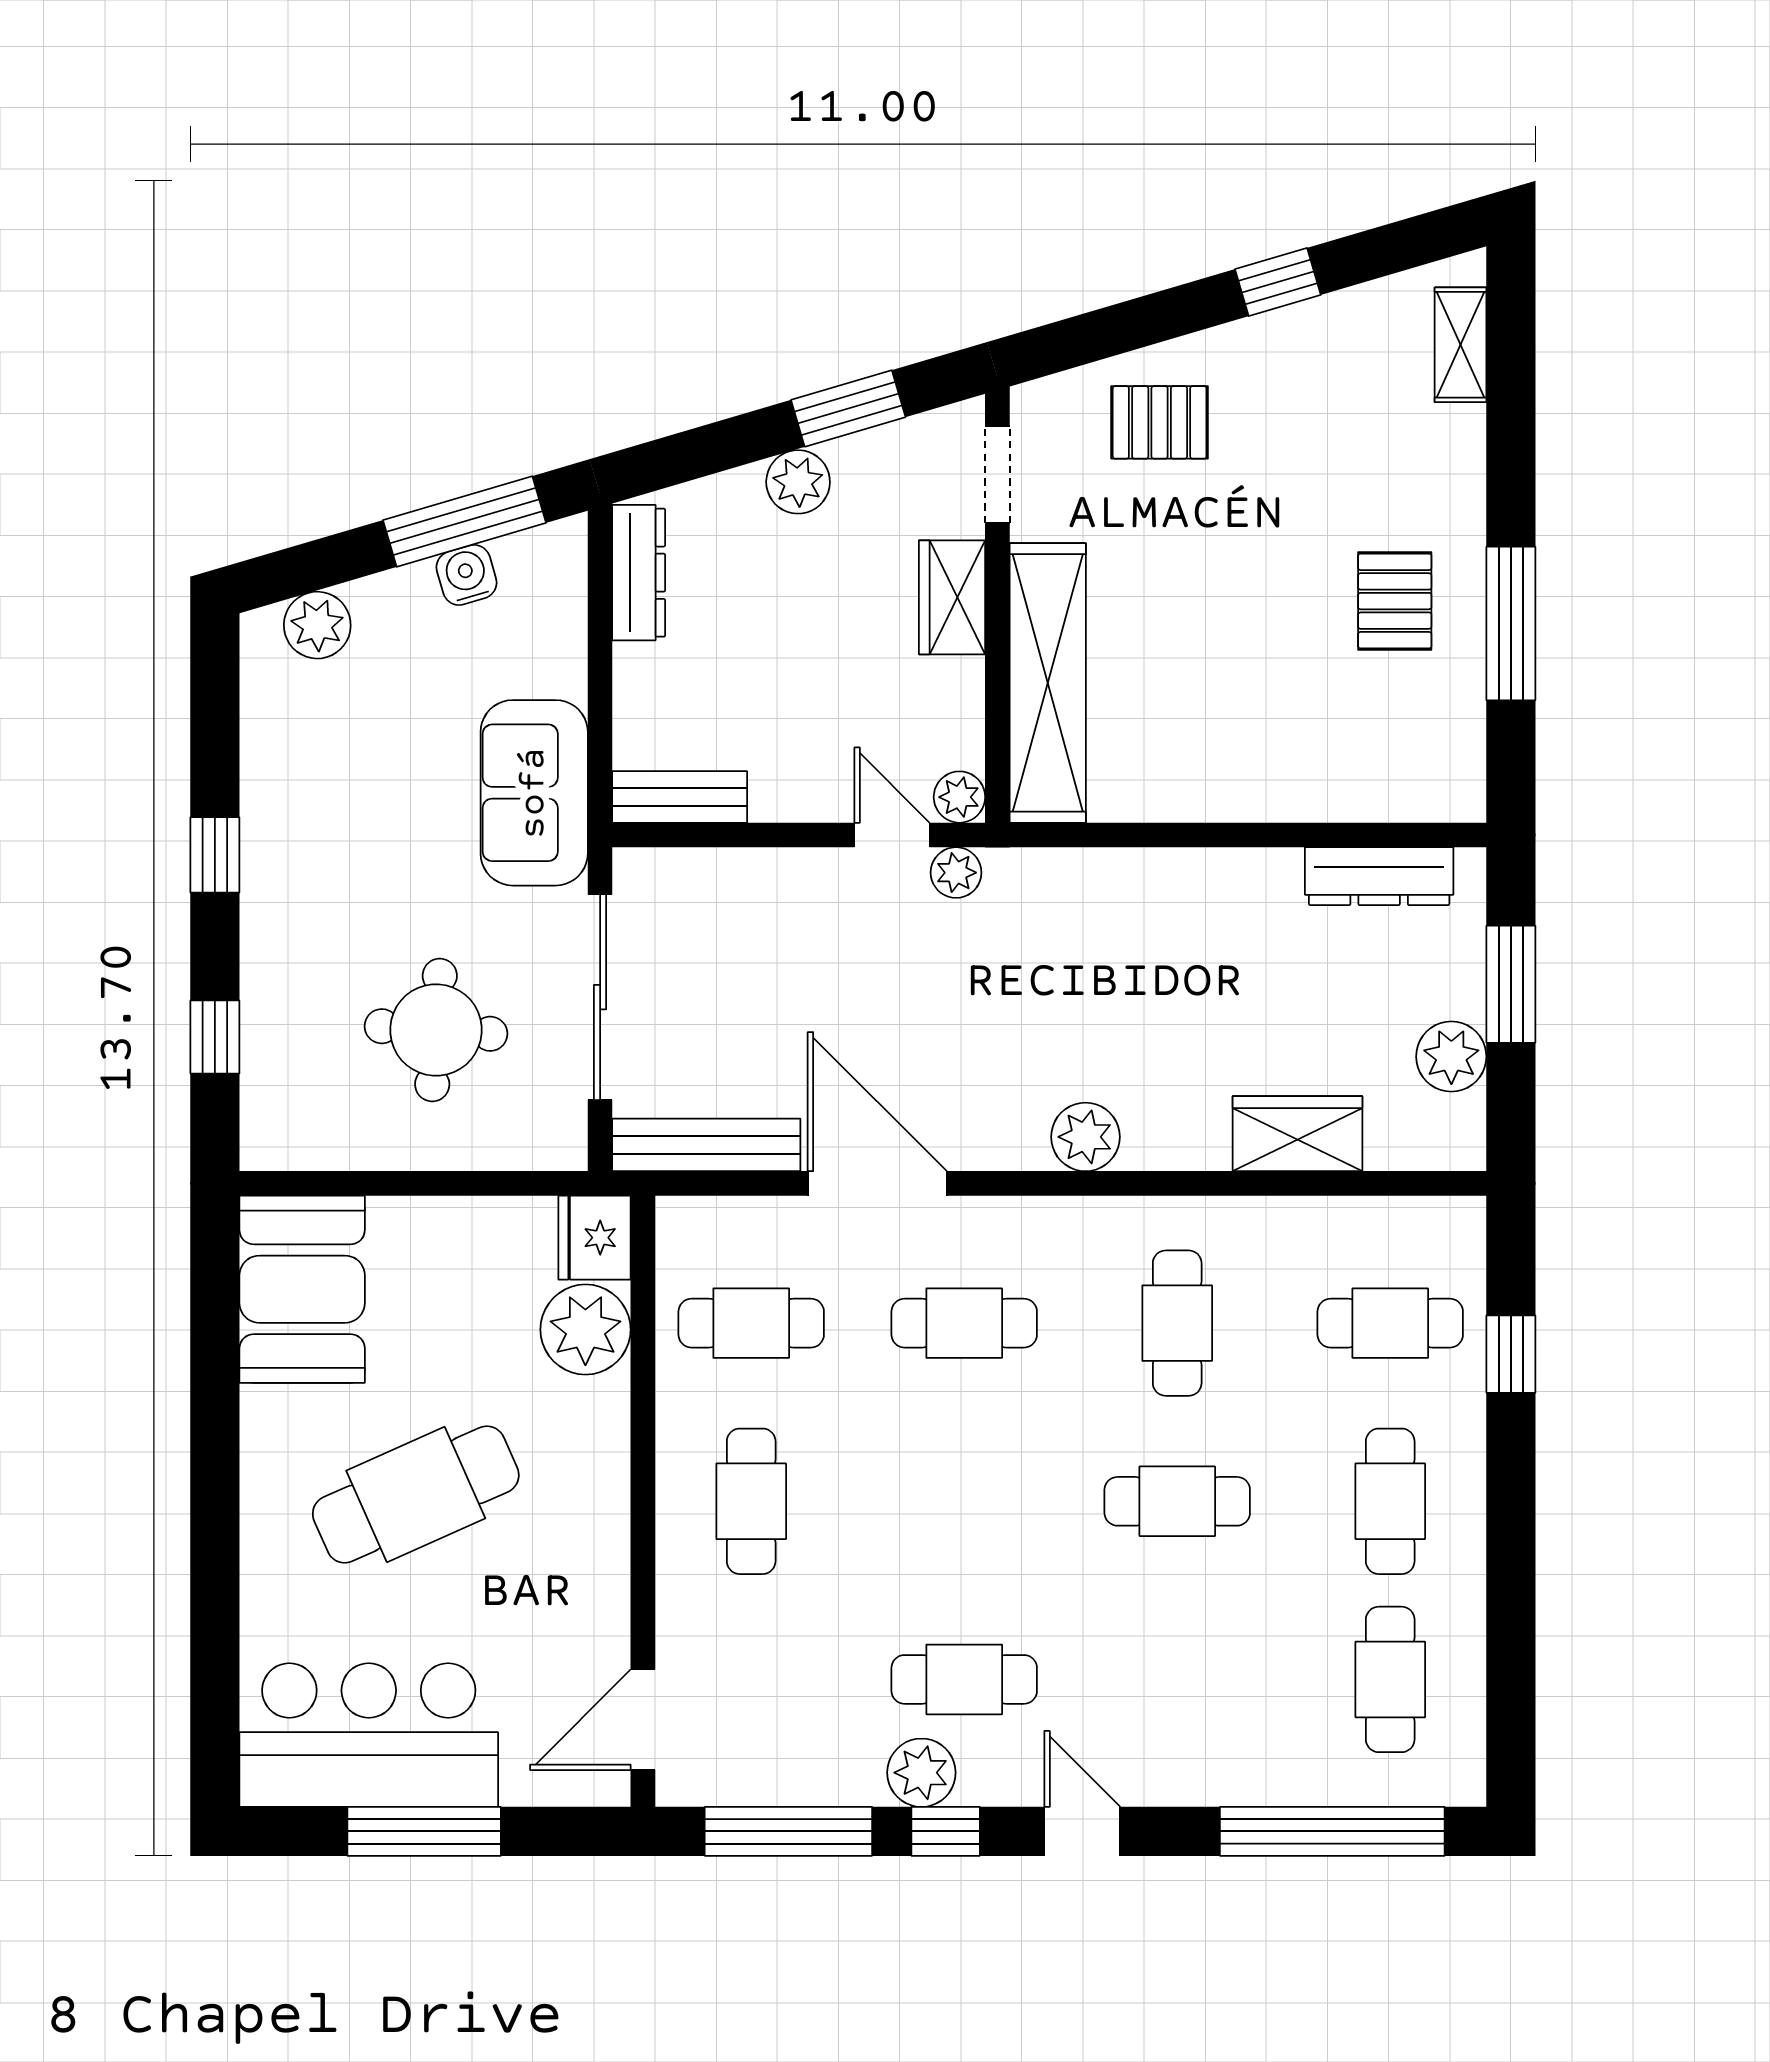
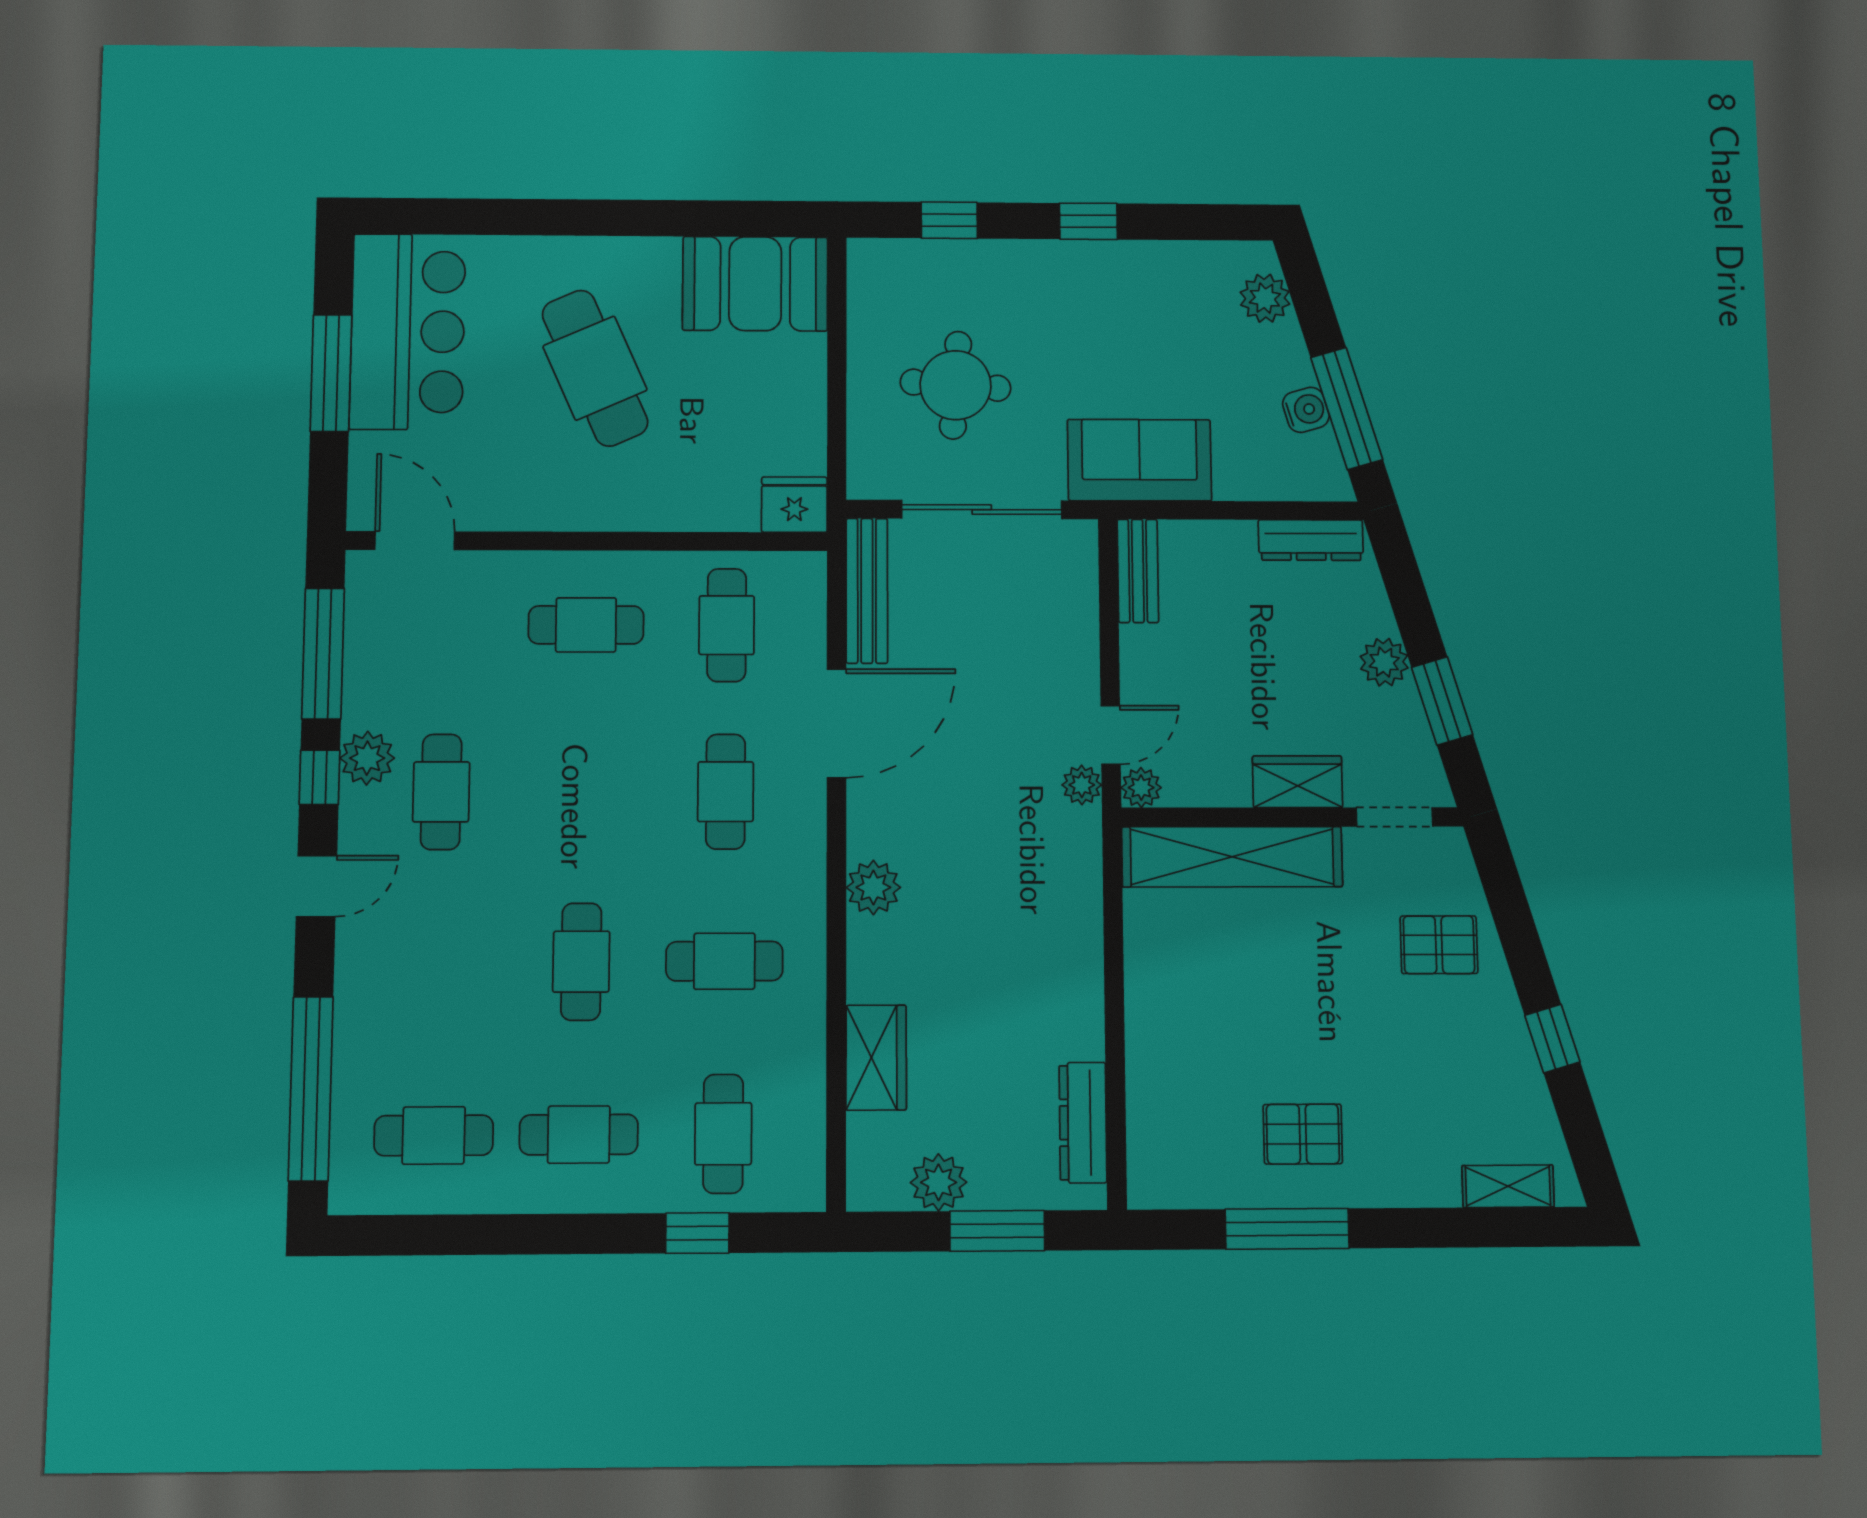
pallet: (1160, 422) -> (1439, 945), turned 90
plant: (585, 1330) -> (723, 498), removed

